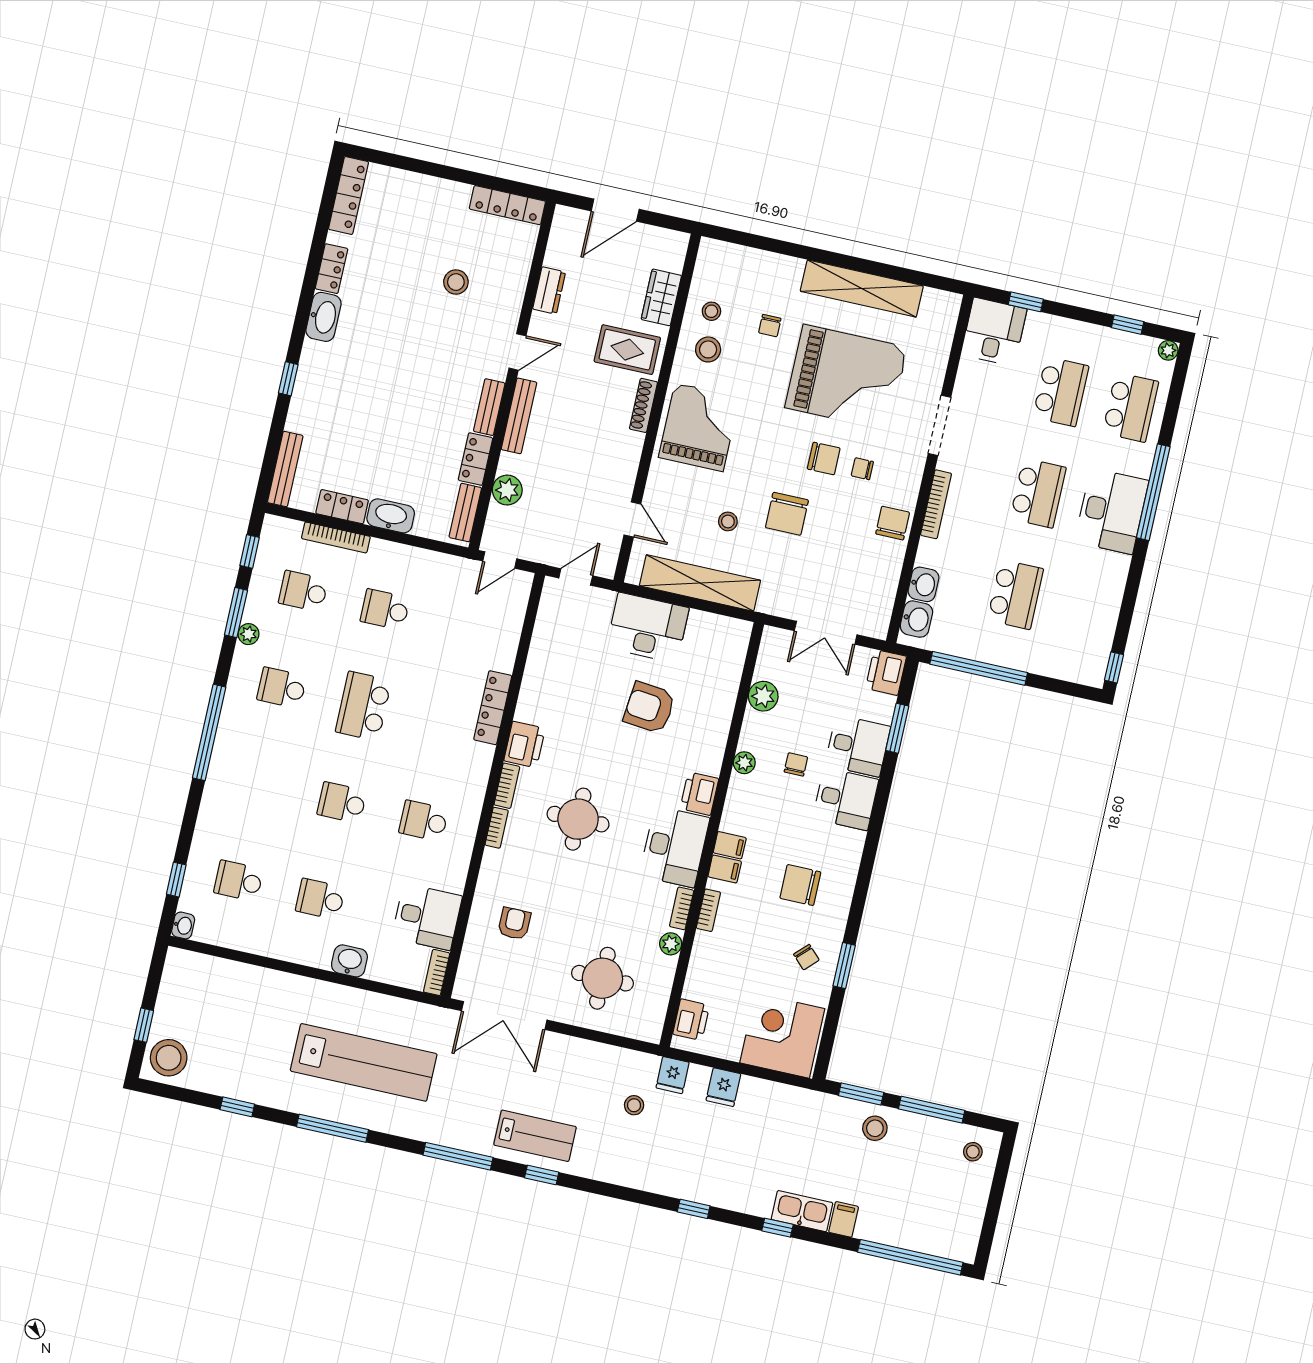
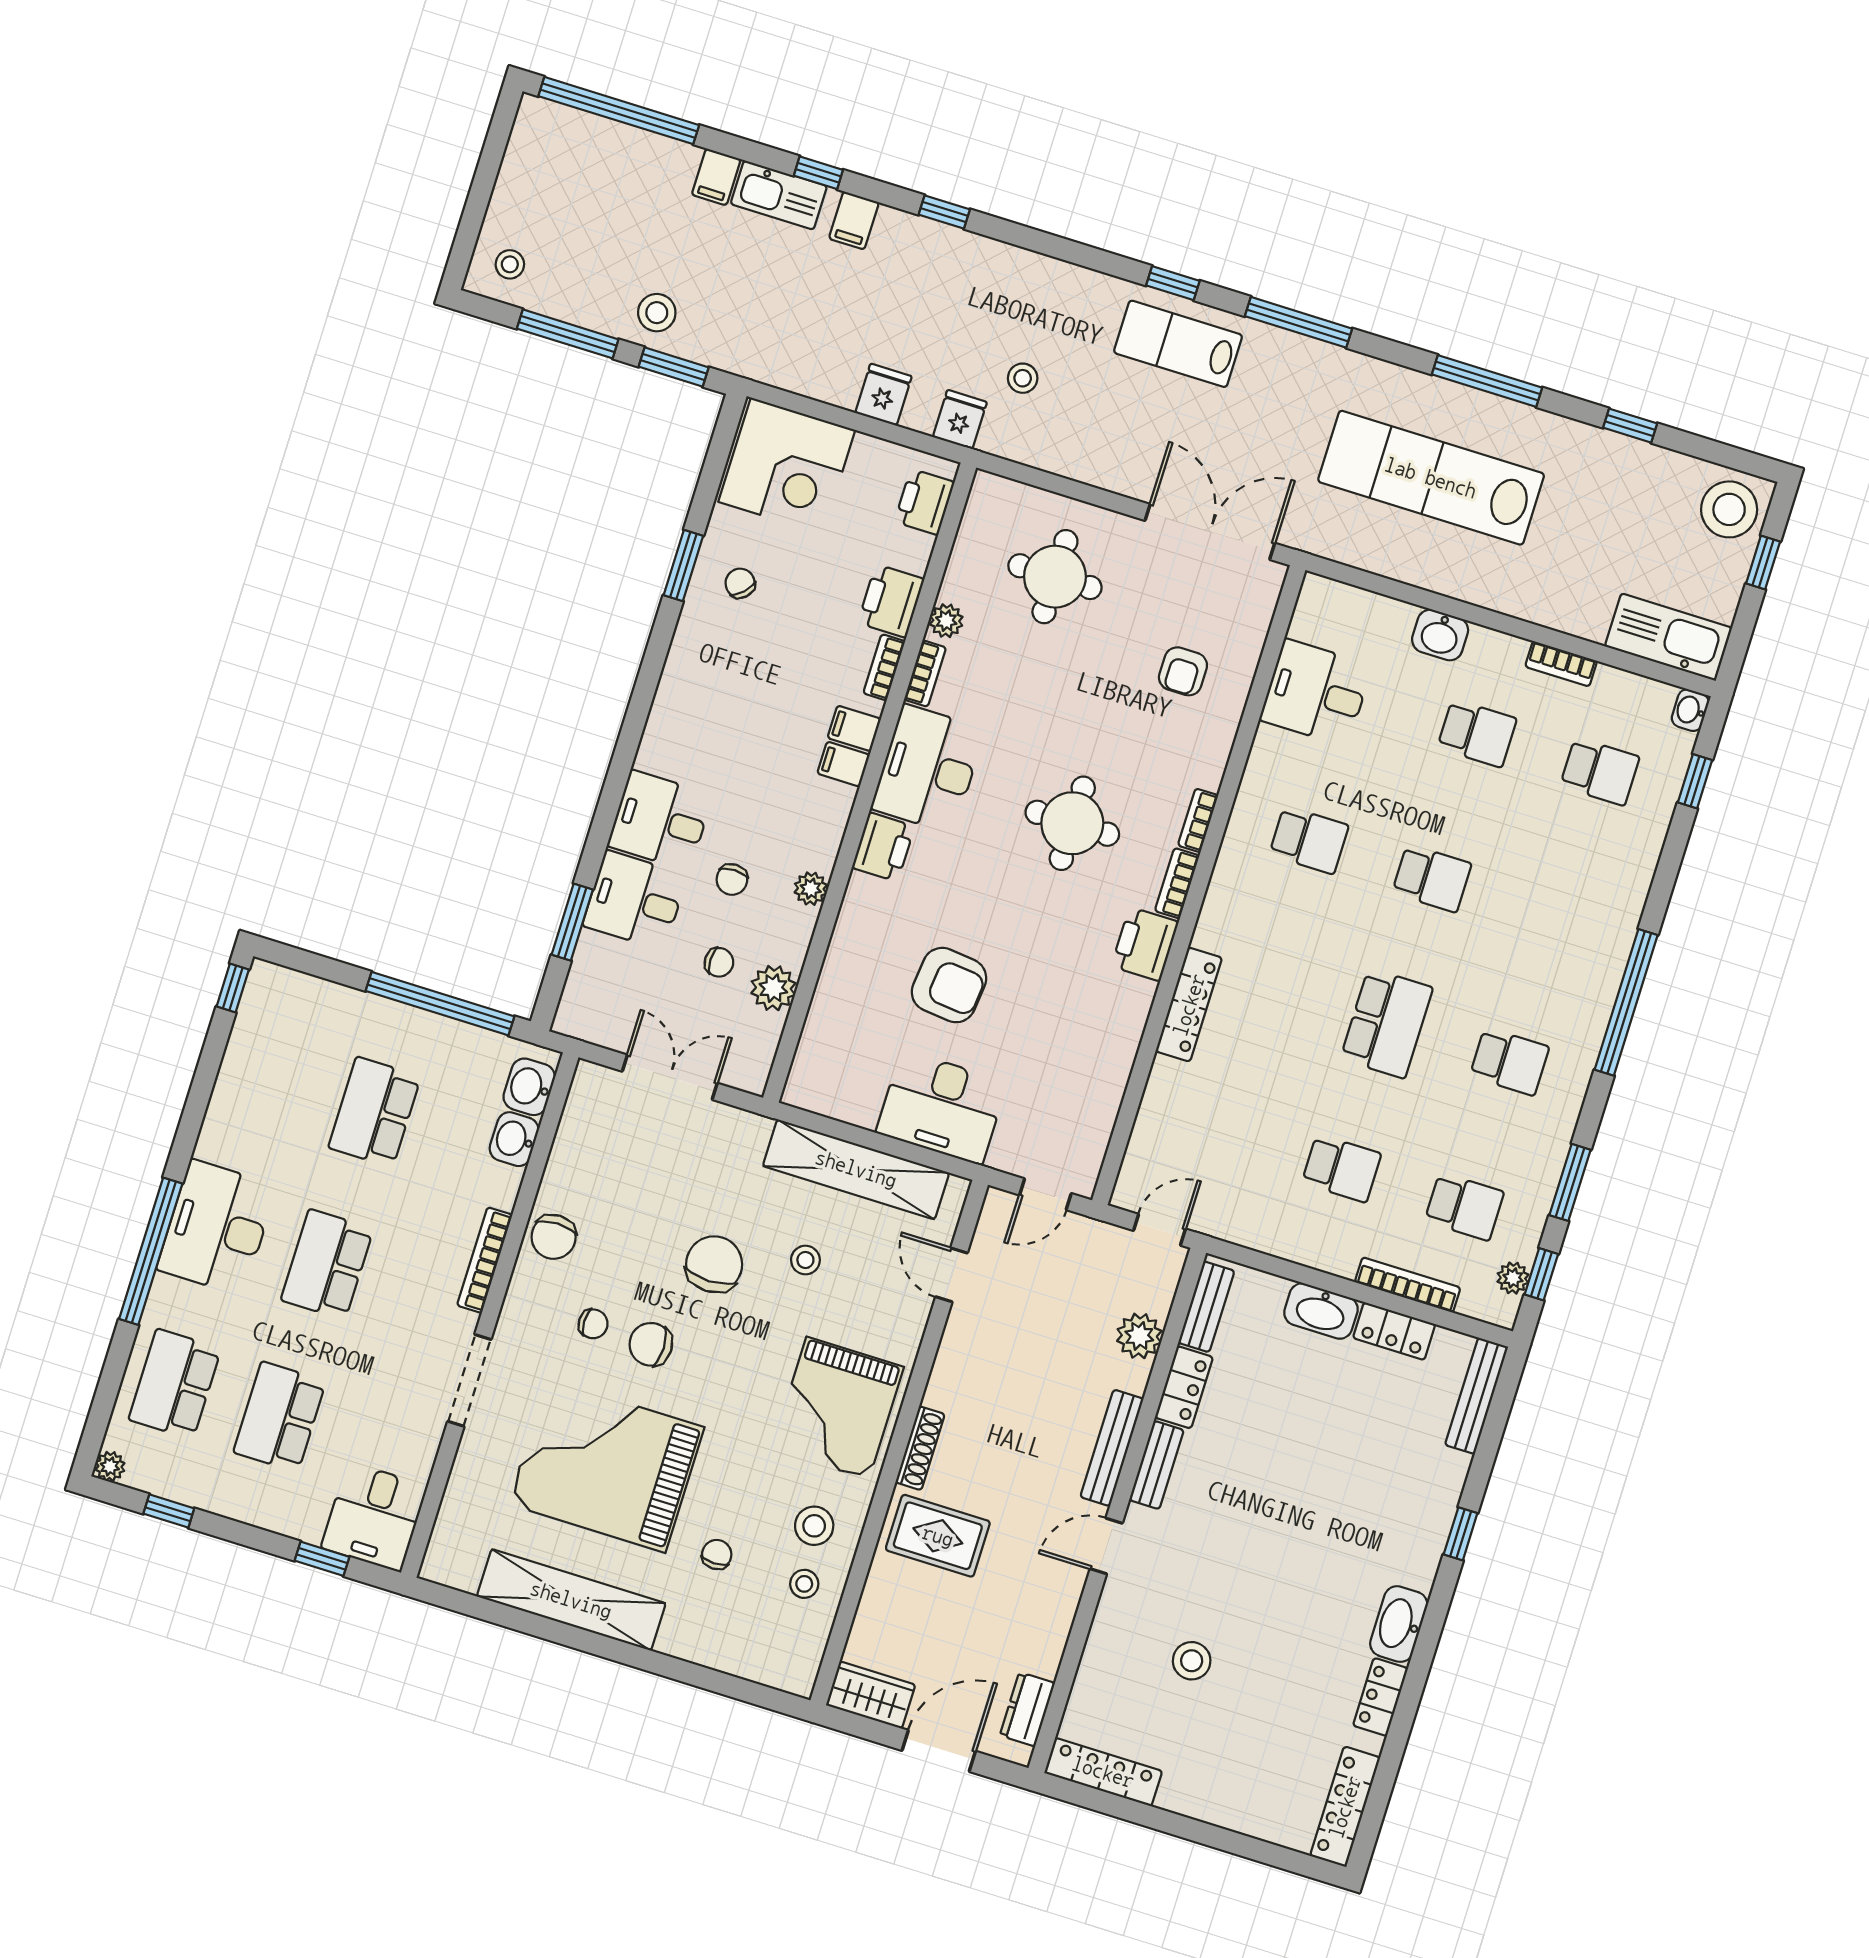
dresser: (549, 290) -> (1027, 1709), moved
wardrobe: (661, 297) -> (871, 1695), moved, turned -90
plant: (249, 634) -> (1513, 1278), moved
printer: (886, 672) -> (891, 601), moved, turned 180
chair: (800, 885) -> (719, 962), moved, width x0.54, depth x0.54
kitchen sink: (201, 972) -> (1668, 637), added
bookcase: (437, 972) -> (1561, 664), moved, turned 90
filing cabinet: (752, 1199) -> (854, 220), added

